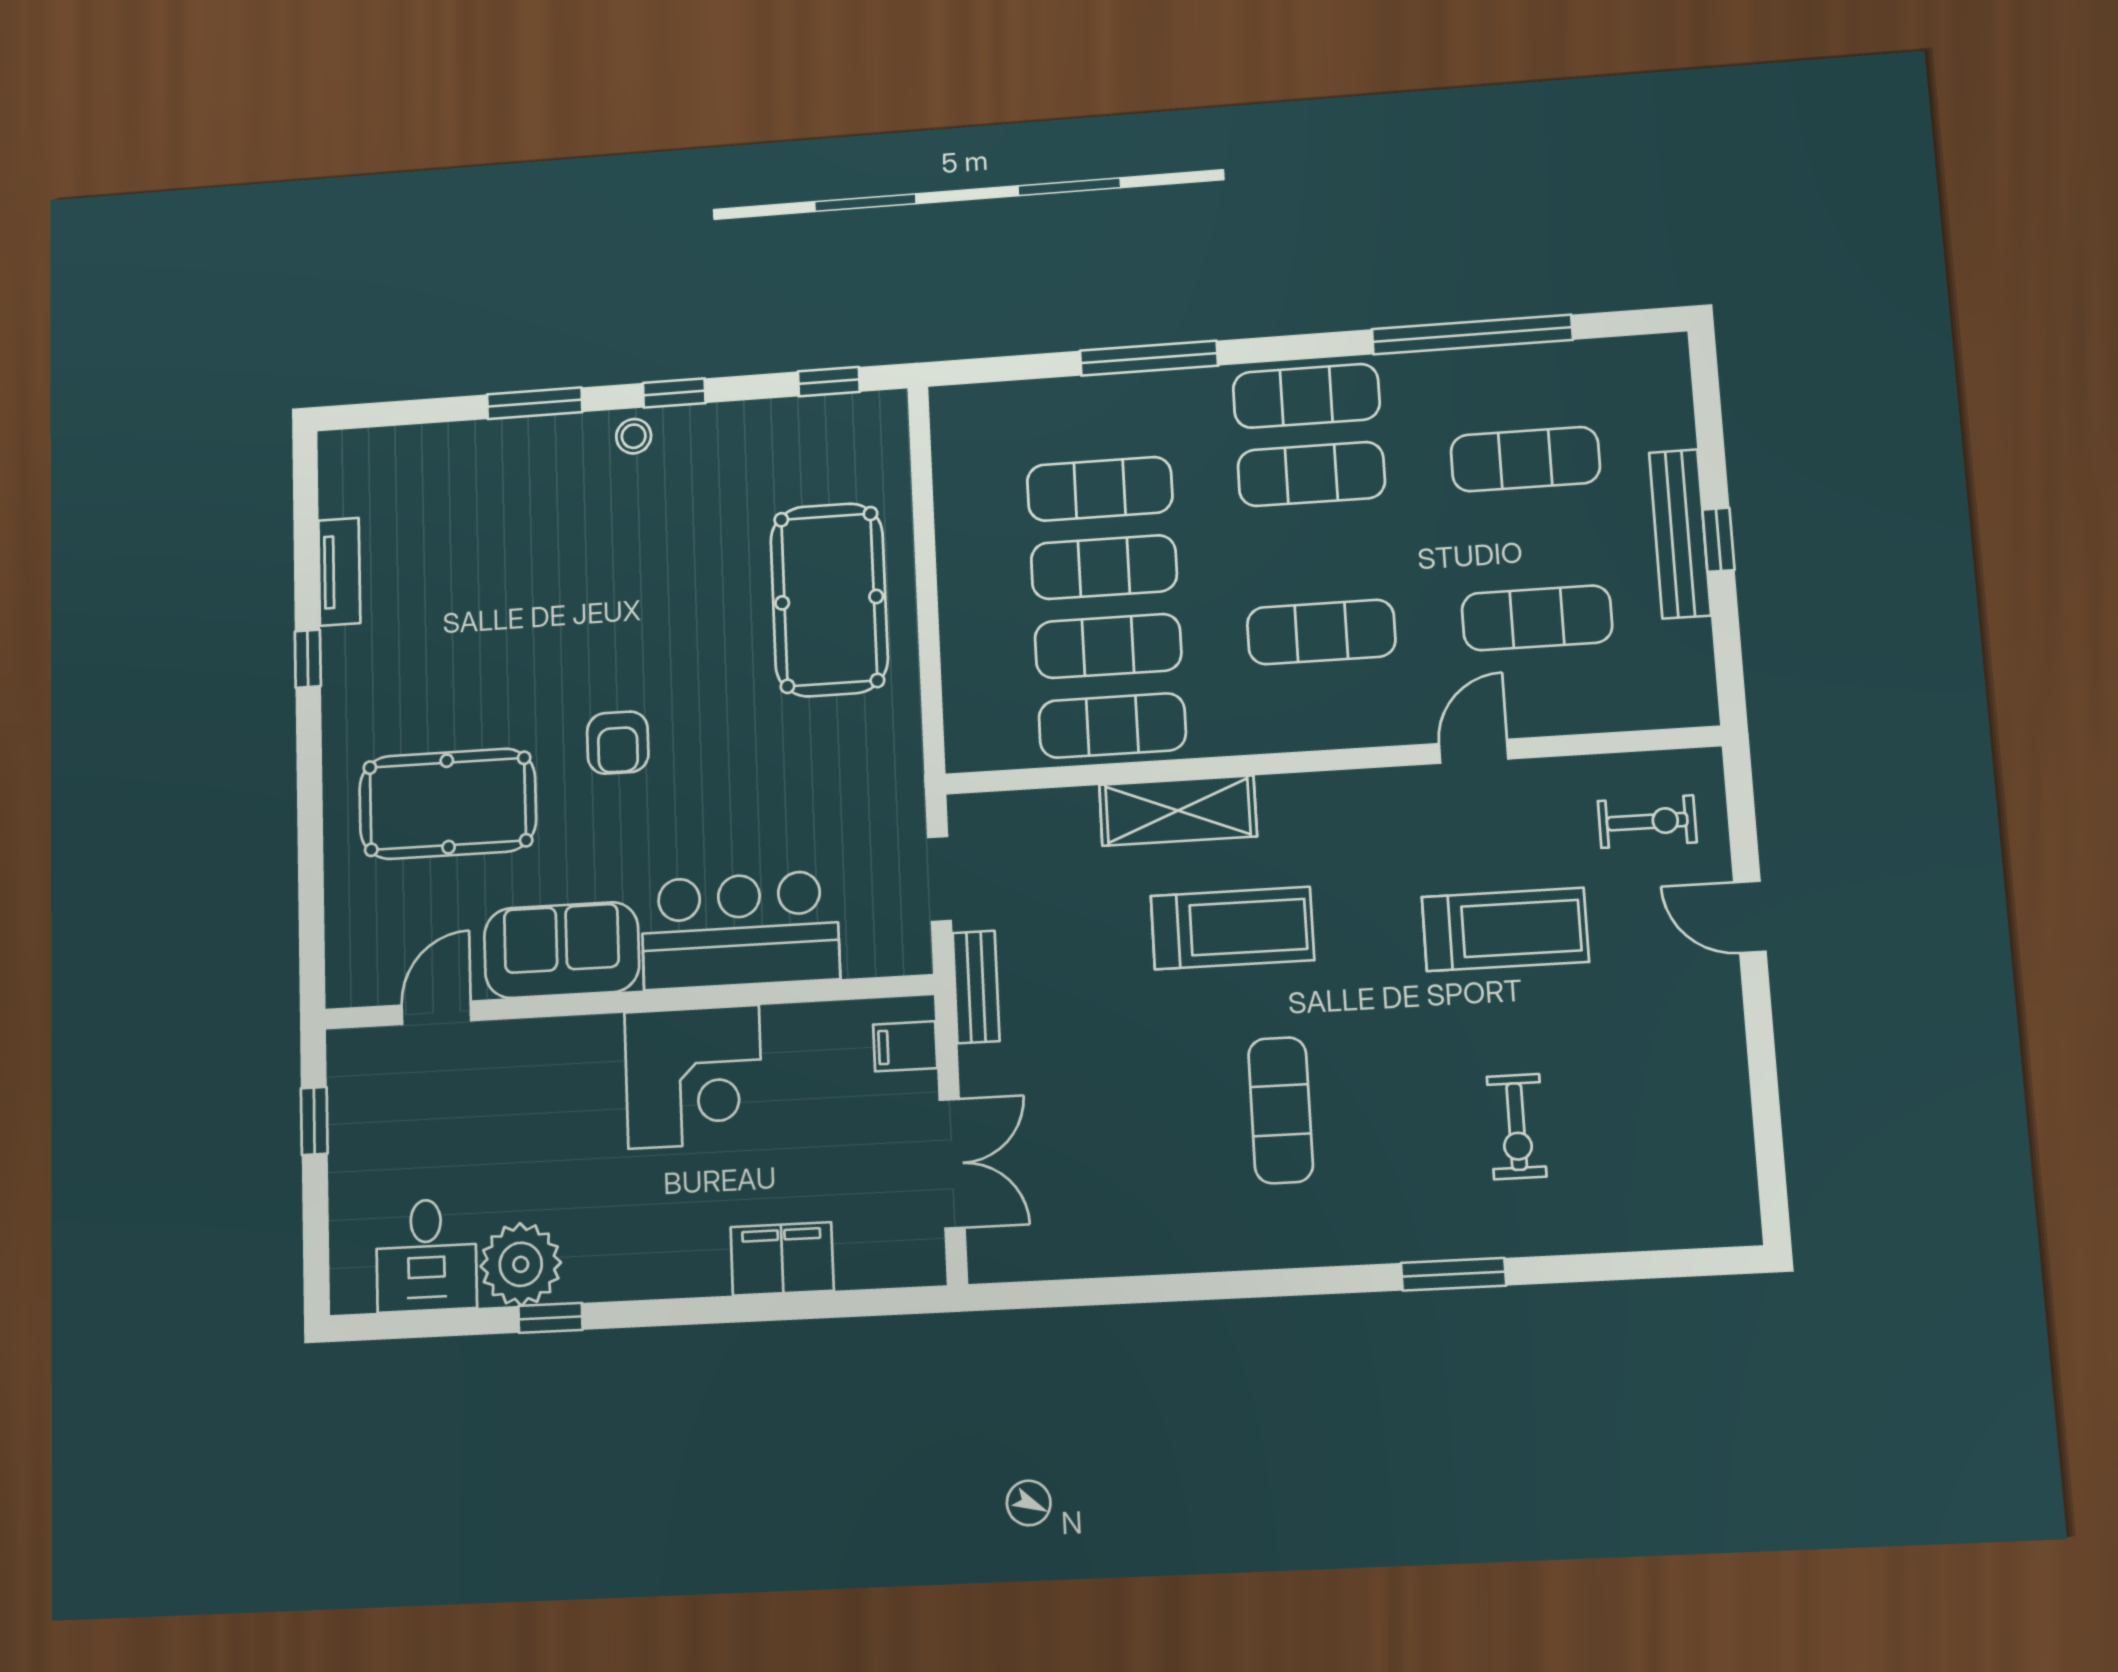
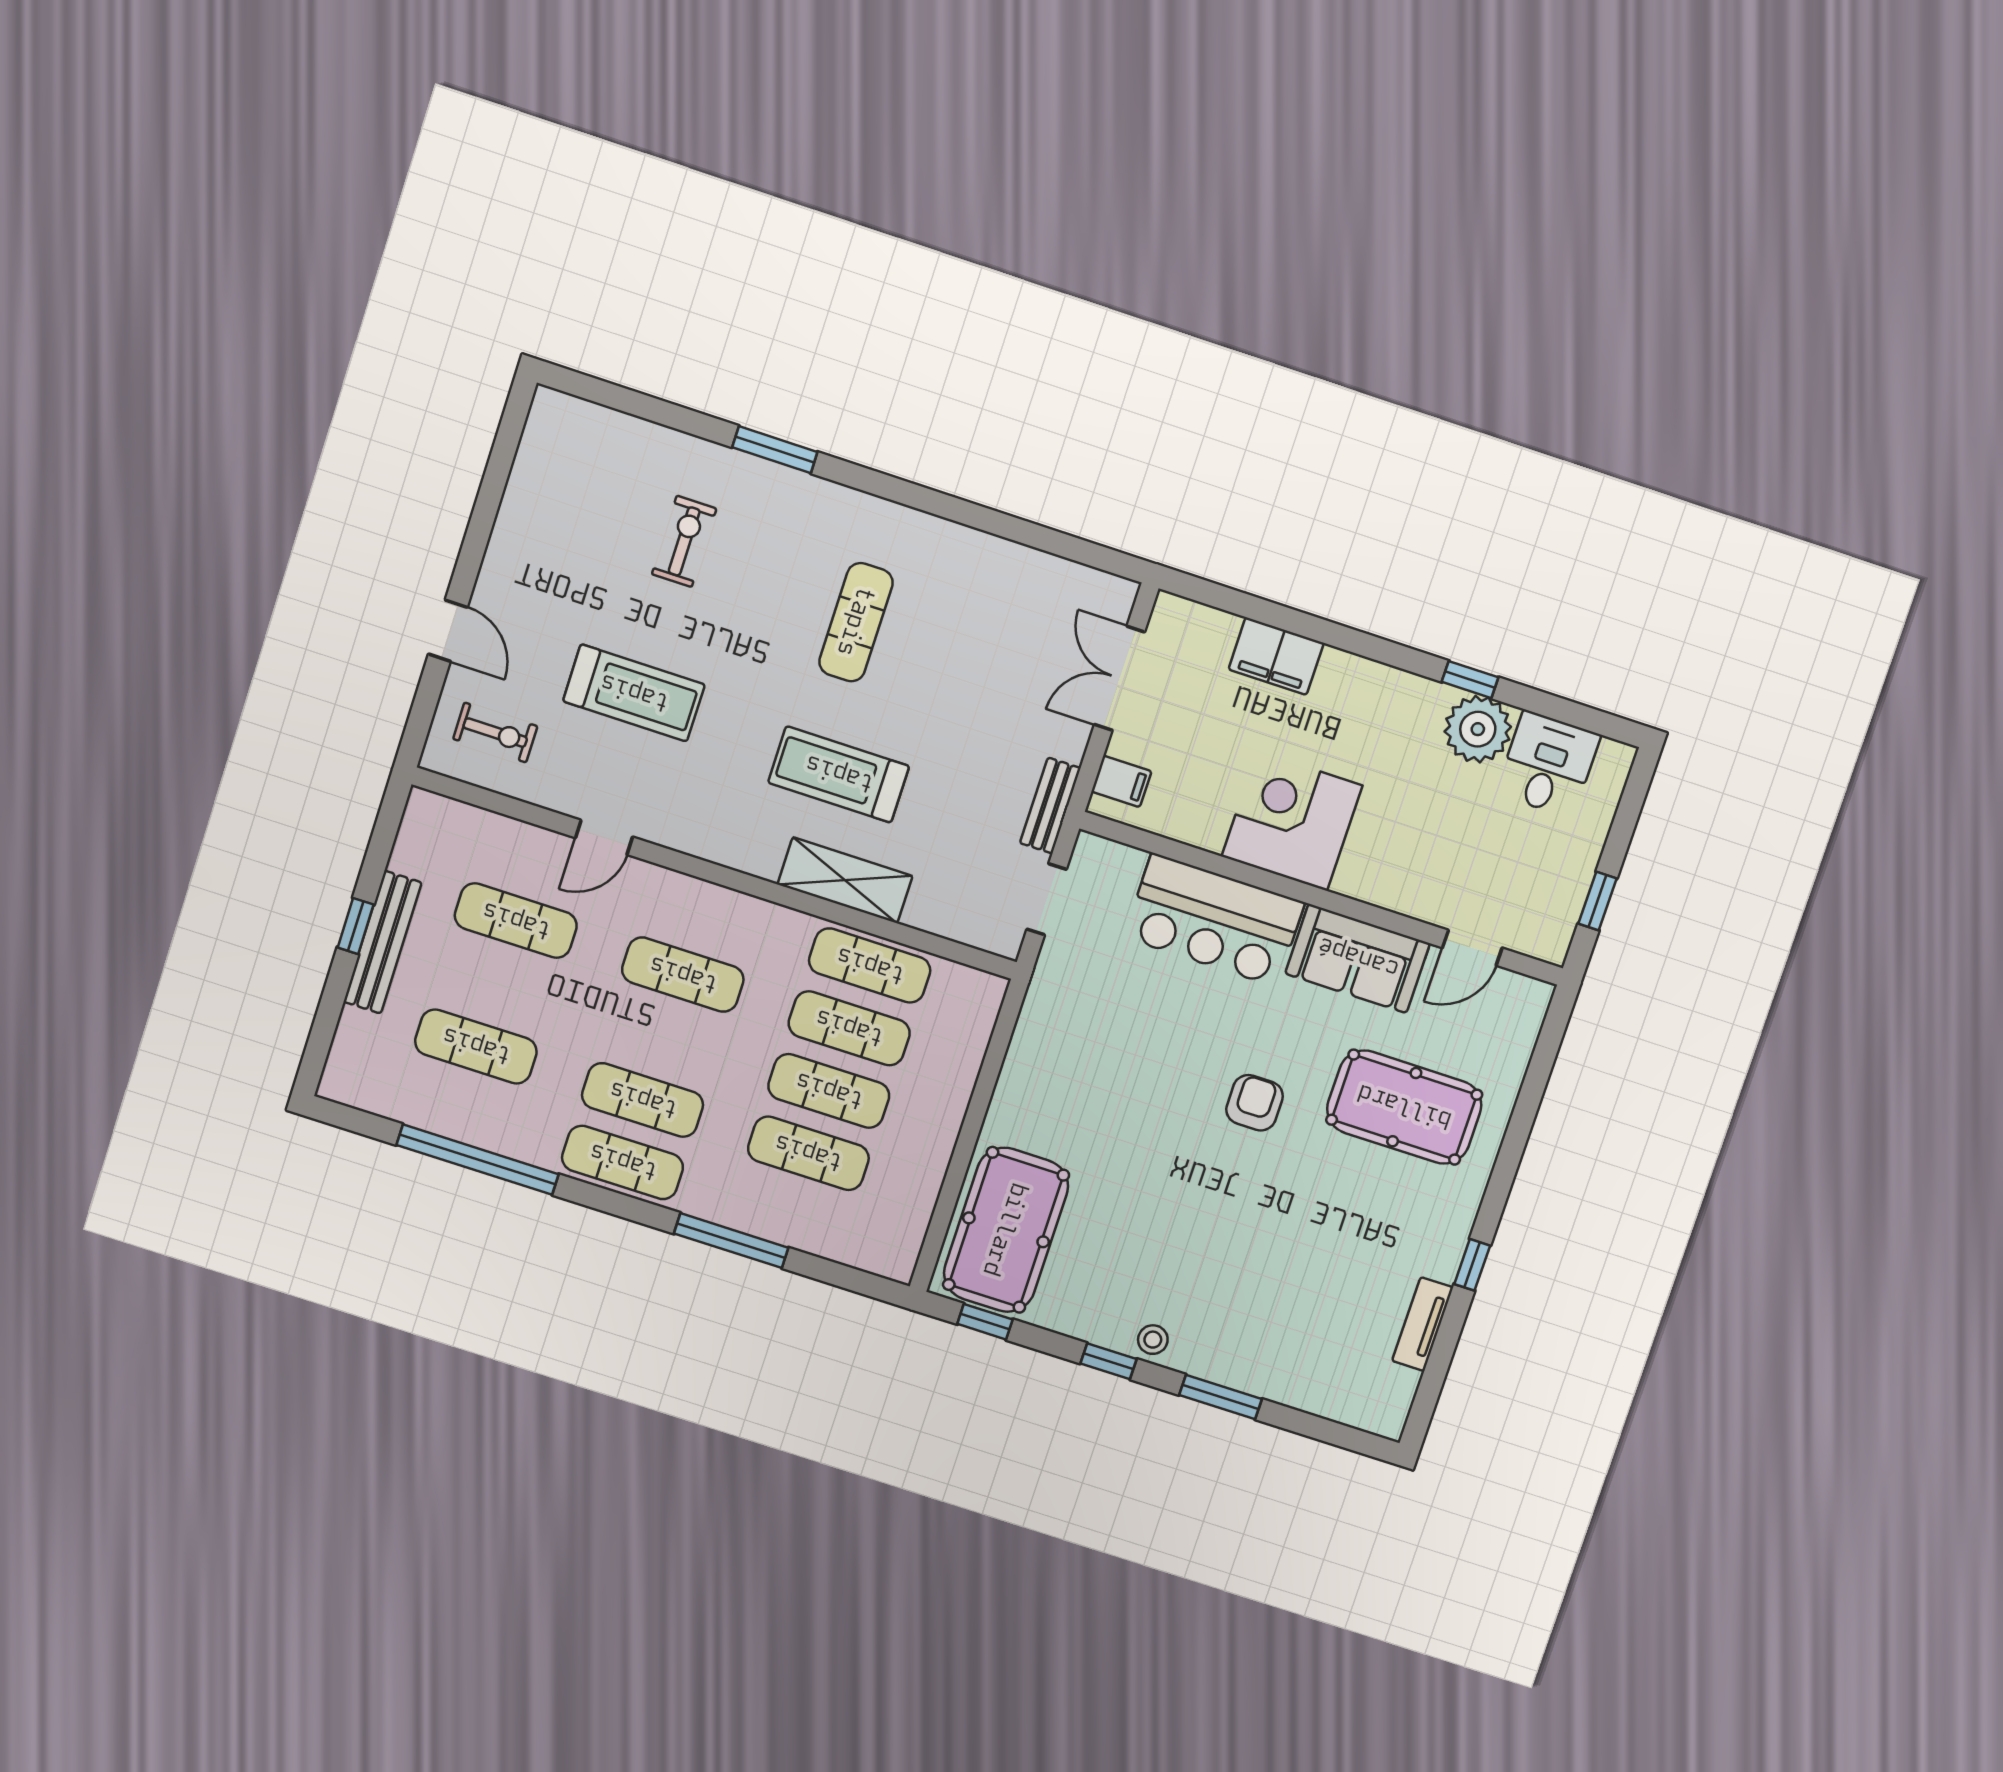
pool table: (829, 600) -> (1006, 1230), moved
exercise bike: (1647, 822) -> (495, 733), turned 180
treadmill: (1505, 929) -> (634, 693), turned 180

